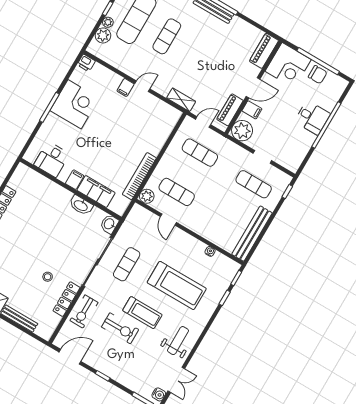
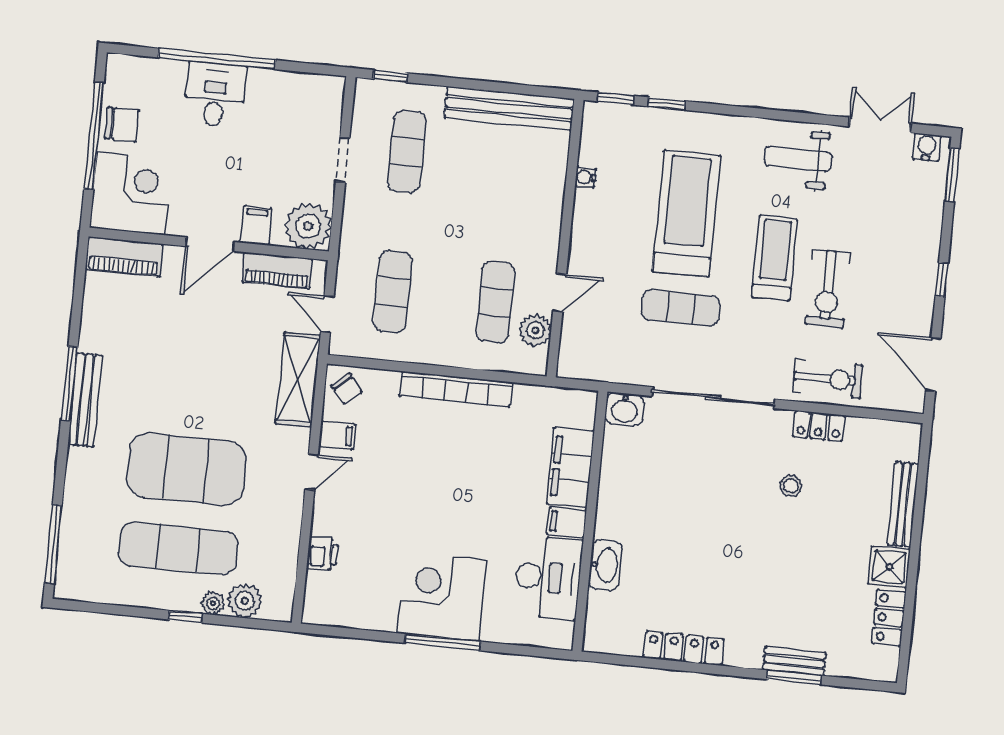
exercise mat: (167, 36) -> (186, 469), width x2.00, depth x1.45
printer: (86, 63) -> (322, 554), moved
chair: (318, 75) -> (122, 124), turned 90
door: (142, 86) -> (311, 472), swing flipped
filing cabinet: (126, 87) -> (337, 435), moved
door: (253, 88) -> (210, 244), swing flipped
shelving: (181, 100) -> (298, 380), width x1.50, depth x1.33
corner desk: (75, 104) -> (442, 597), moved
chair: (169, 116) -> (347, 389), added
desk: (52, 159) -> (548, 577), width x1.37
bookcase: (139, 176) -> (456, 389), moved
plant: (147, 196) -> (535, 330), moved
washbasin: (81, 205) -> (605, 565), moved
exercise mat: (127, 264) -> (681, 308), moved
locker: (67, 299) -> (819, 426), width x0.66
exercise bike: (120, 328) -> (828, 289), turned 180

